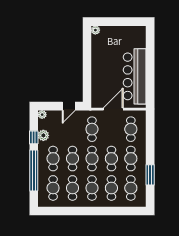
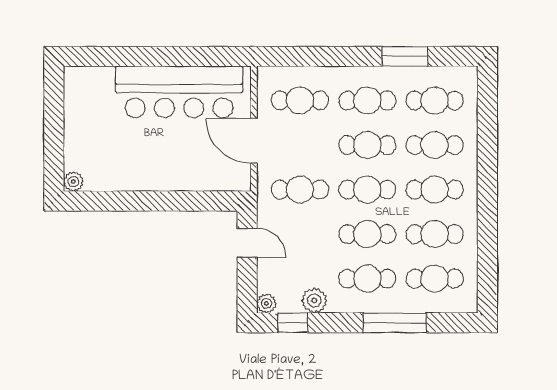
window: (34, 137) -> (293, 323), moved
window: (34, 171) -> (395, 323), width x0.68

